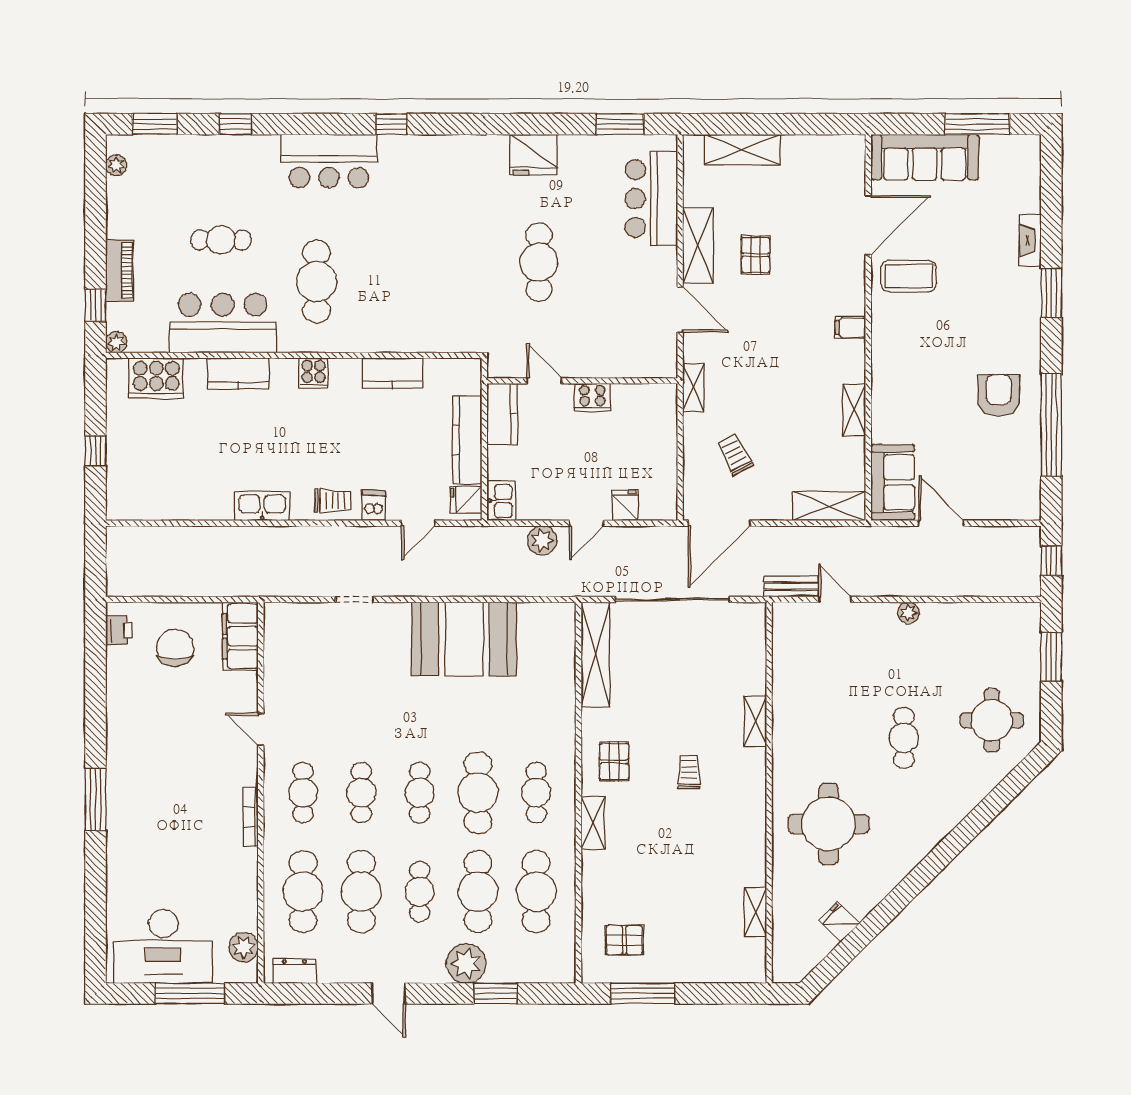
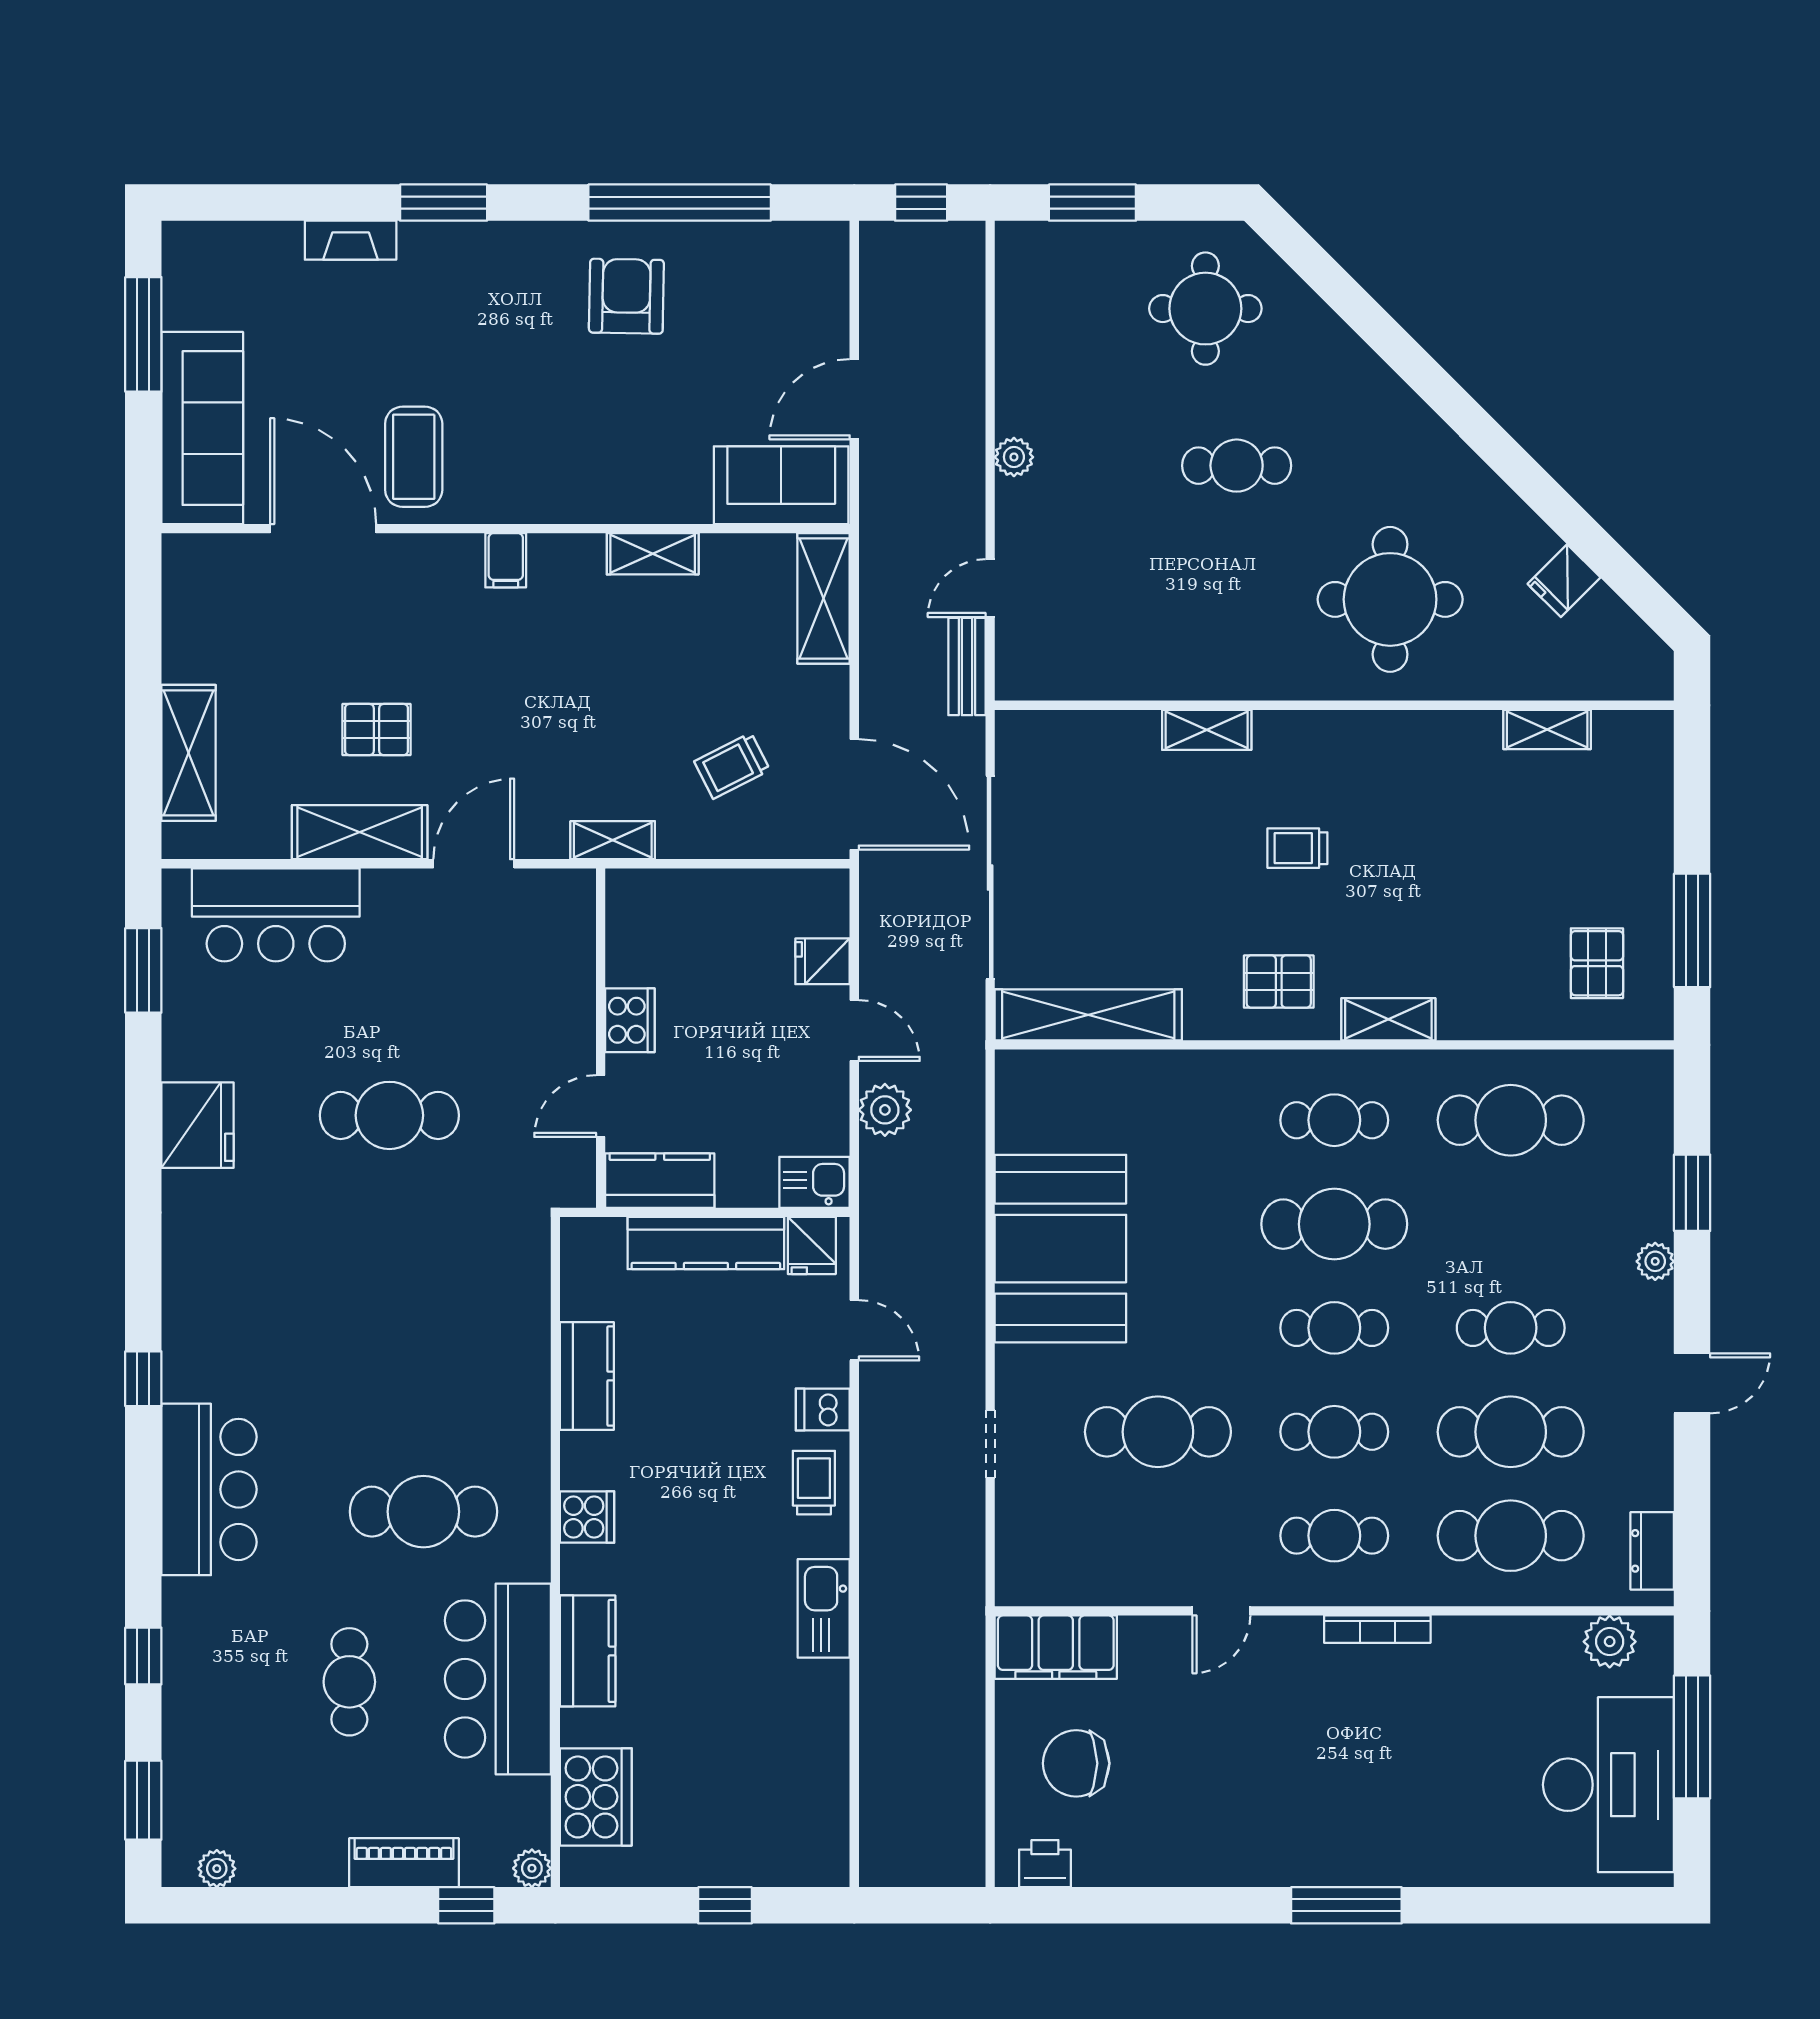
armchair: (999, 395) -> (626, 296), turned 91
cafe table: (478, 892) -> (1158, 1432), moved
plant: (466, 964) -> (1655, 1261), width x0.53, depth x0.53

